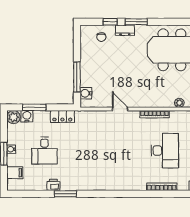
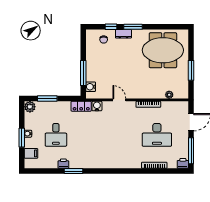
water cooler: (27, 116) -> (97, 106), moved
locker: (62, 117) -> (81, 106), moved
desk: (165, 151) -> (157, 135), turned 90

